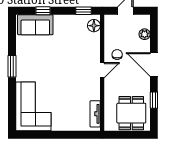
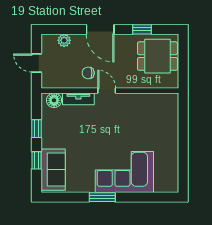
window: (83, 11) -> (36, 129), moved
door: (154, 65) -> (100, 29), hinge flipped
corner sofa: (33, 106) -> (124, 172), moved
tv unit: (95, 114) -> (78, 99), moved

